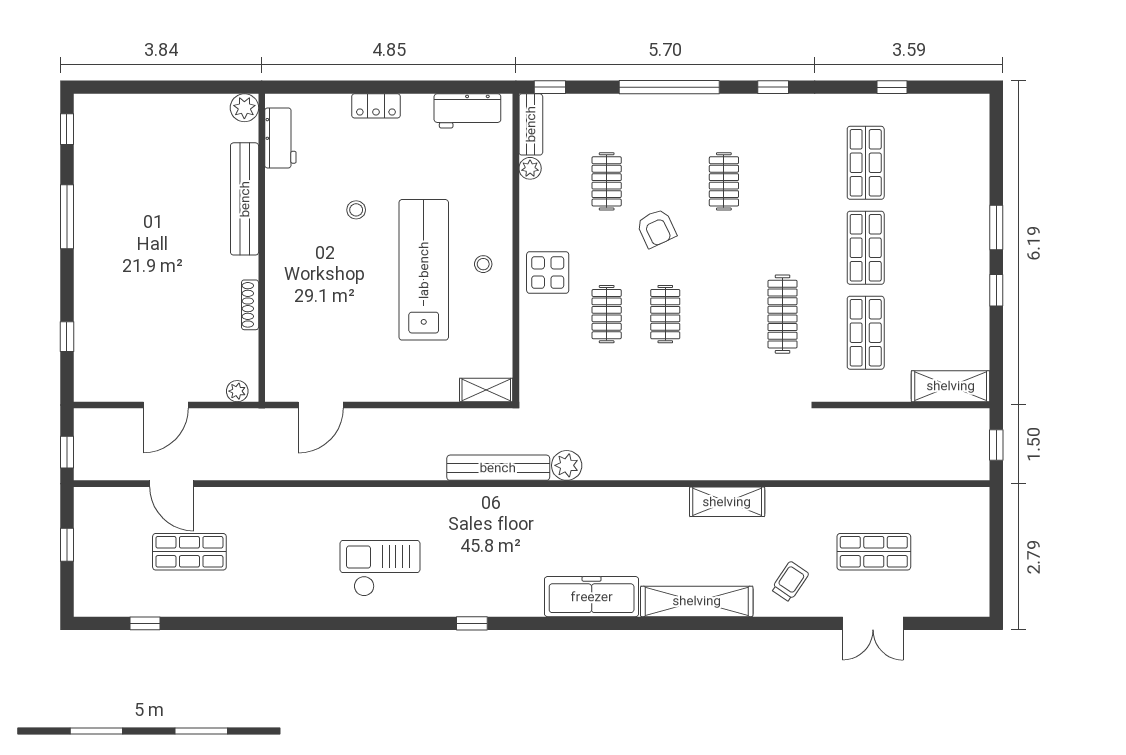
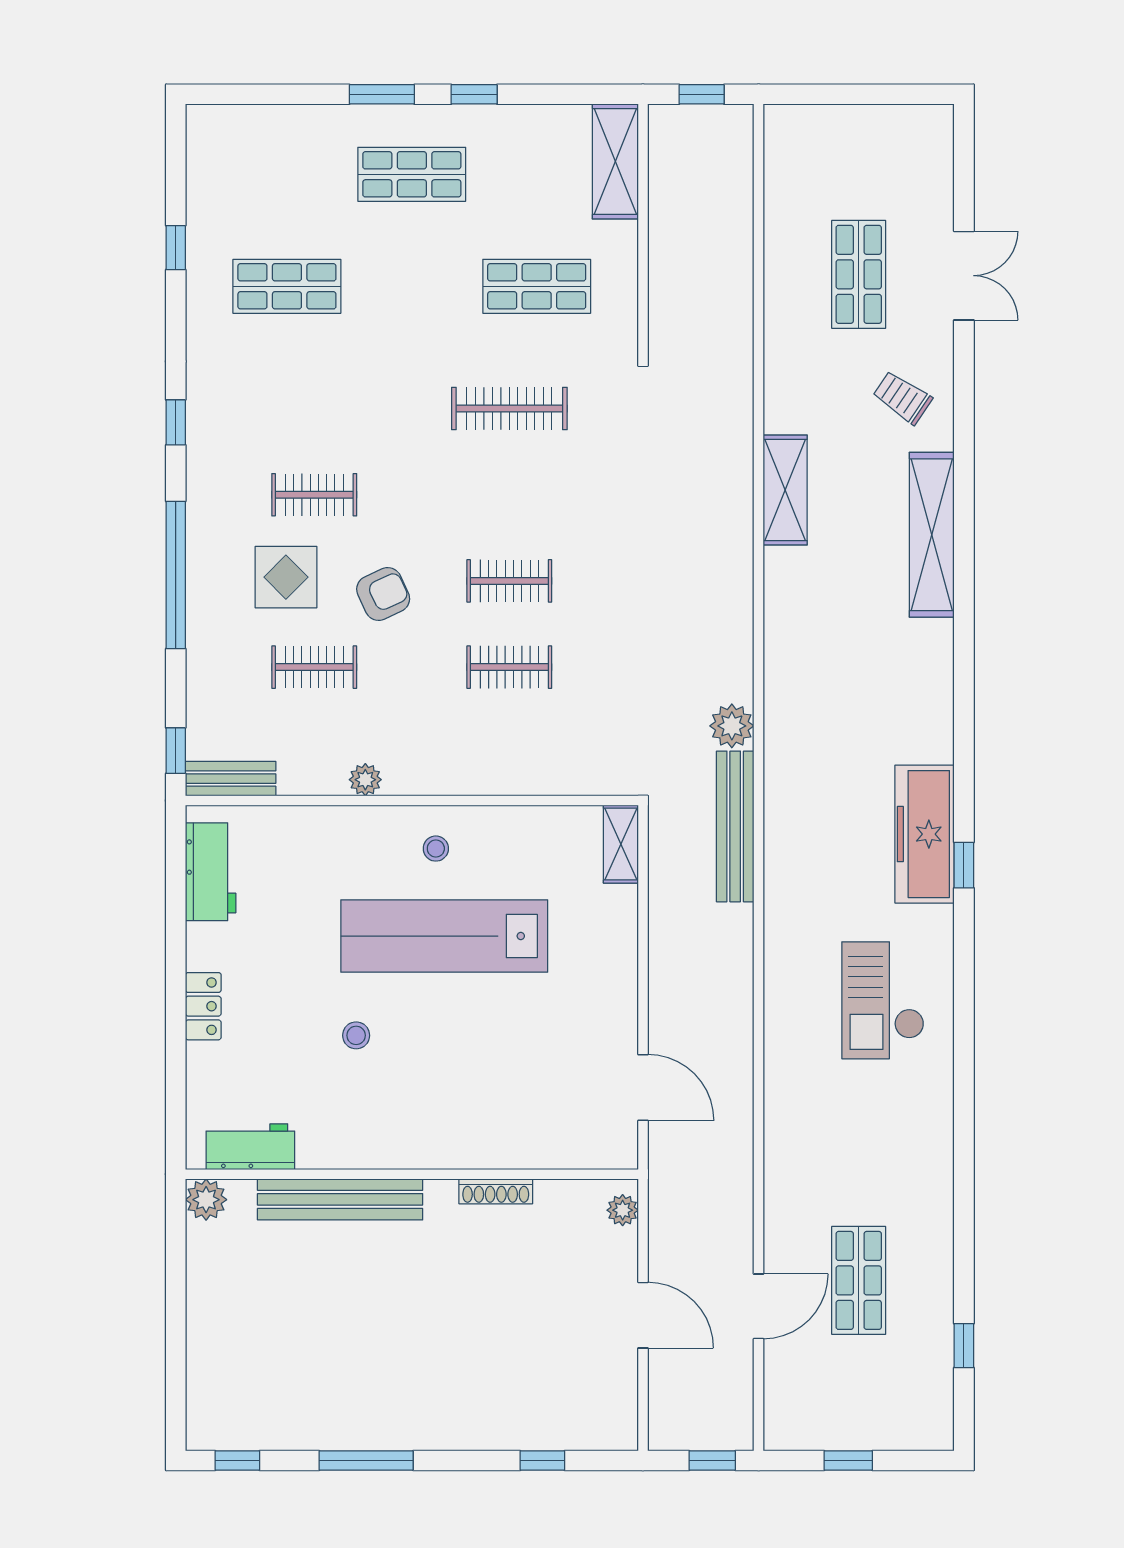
plant: (530, 168) -> (365, 780), moved
shop shelf: (866, 248) -> (412, 174), moved
display table: (548, 272) -> (286, 577), moved
freezer: (592, 597) -> (925, 834), moved

